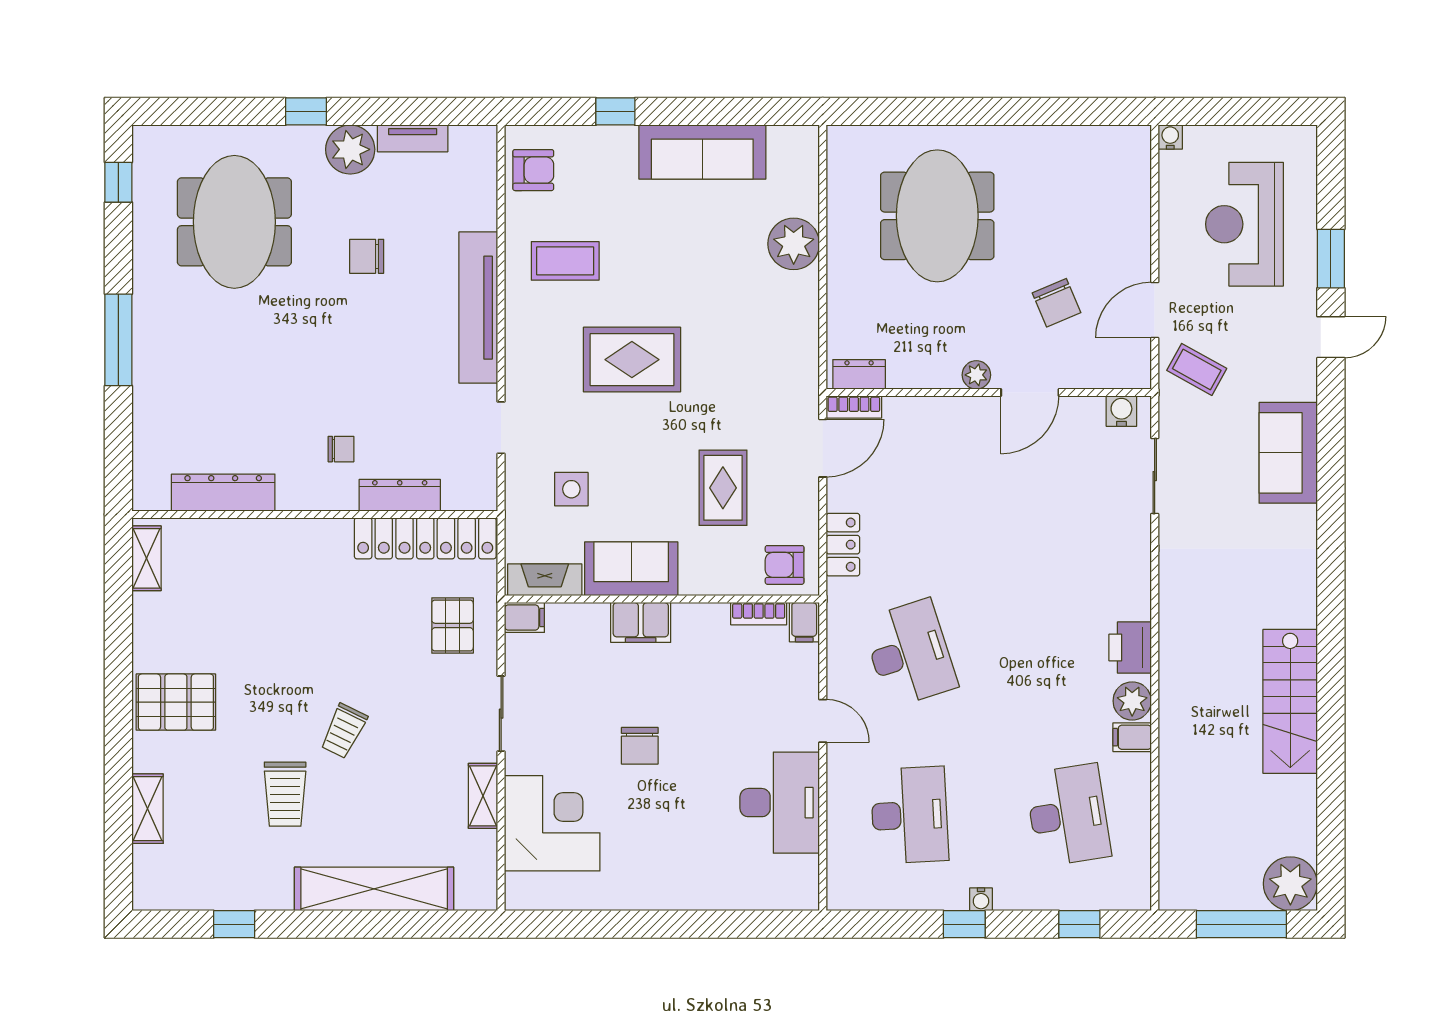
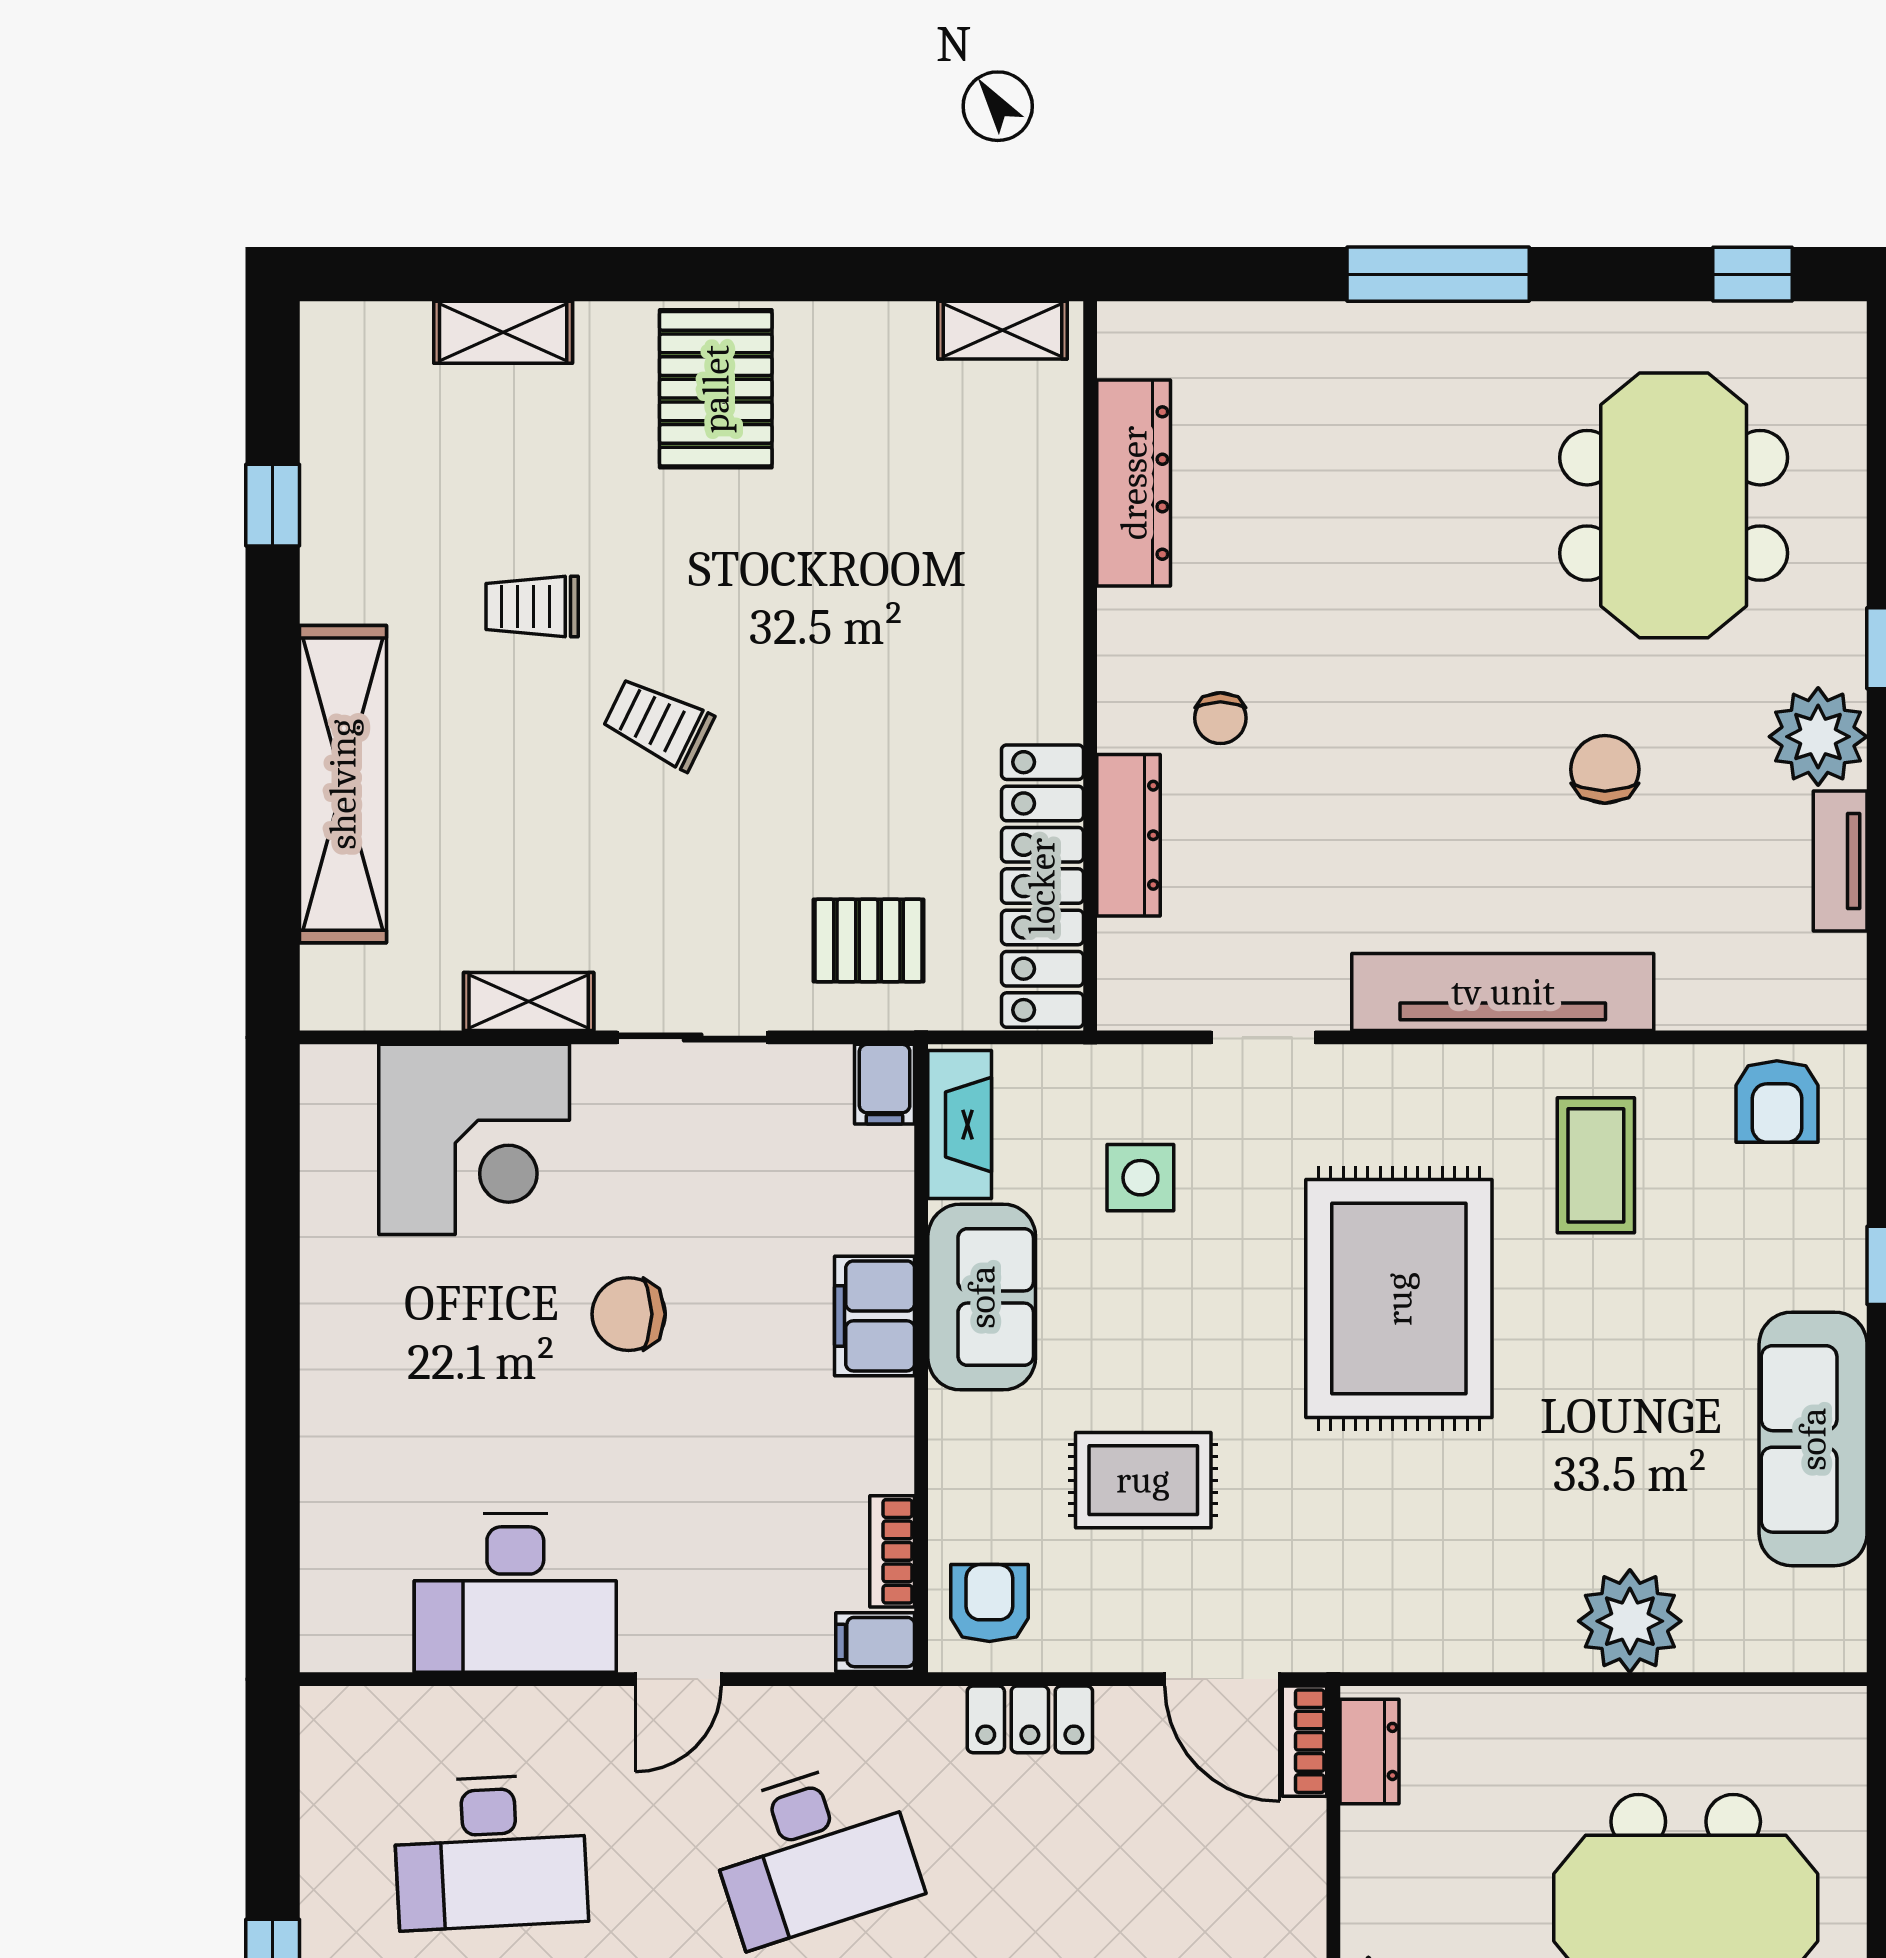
meeting table: (234, 222) -> (1674, 505), turned 90
rug: (632, 360) -> (1399, 1299), width x1.37, depth x1.44
trolley: (285, 794) -> (532, 607), width x0.73, depth x0.72

